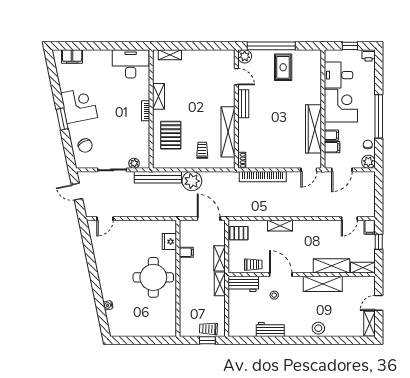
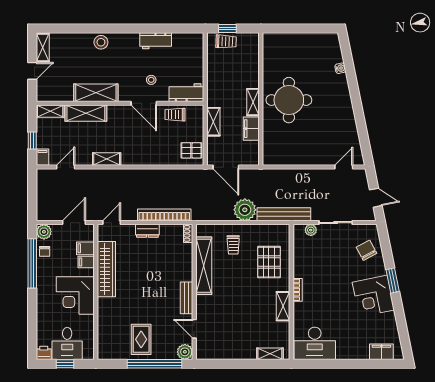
desk: (339, 75) -> (67, 343), moved, turned 90
window: (379, 116) -> (32, 263), moved
dresser: (277, 163) -> (147, 231), added
shelving: (280, 226) -> (107, 159), moved
fridge: (169, 242) -> (270, 141), removed
filing cabinet: (186, 252) -> (251, 129), width x2.00
shelving: (220, 284) -> (253, 102), moved

